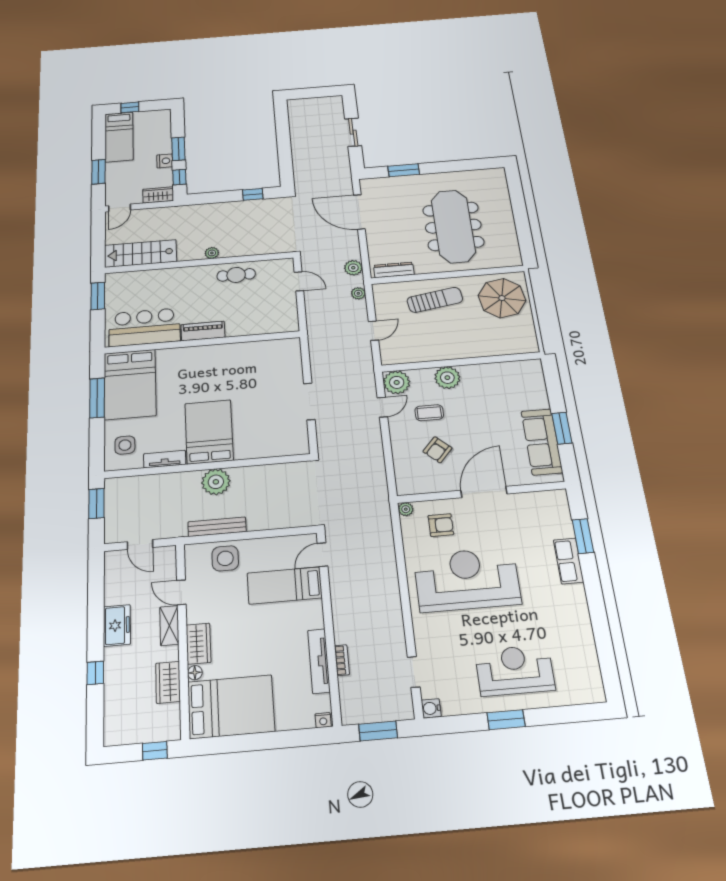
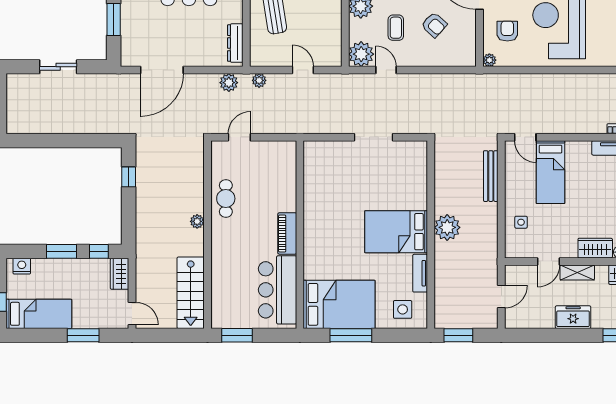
nightstand: (165, 161) -> (22, 266), moved
bench: (217, 527) -> (491, 176), moved
side table: (225, 558) -> (521, 222), width x0.54, depth x0.54

